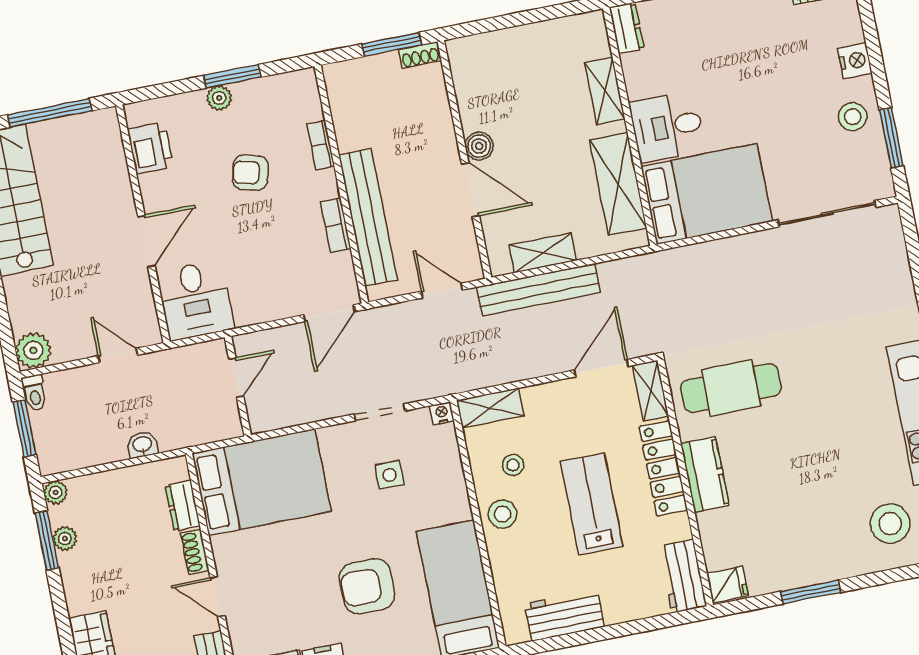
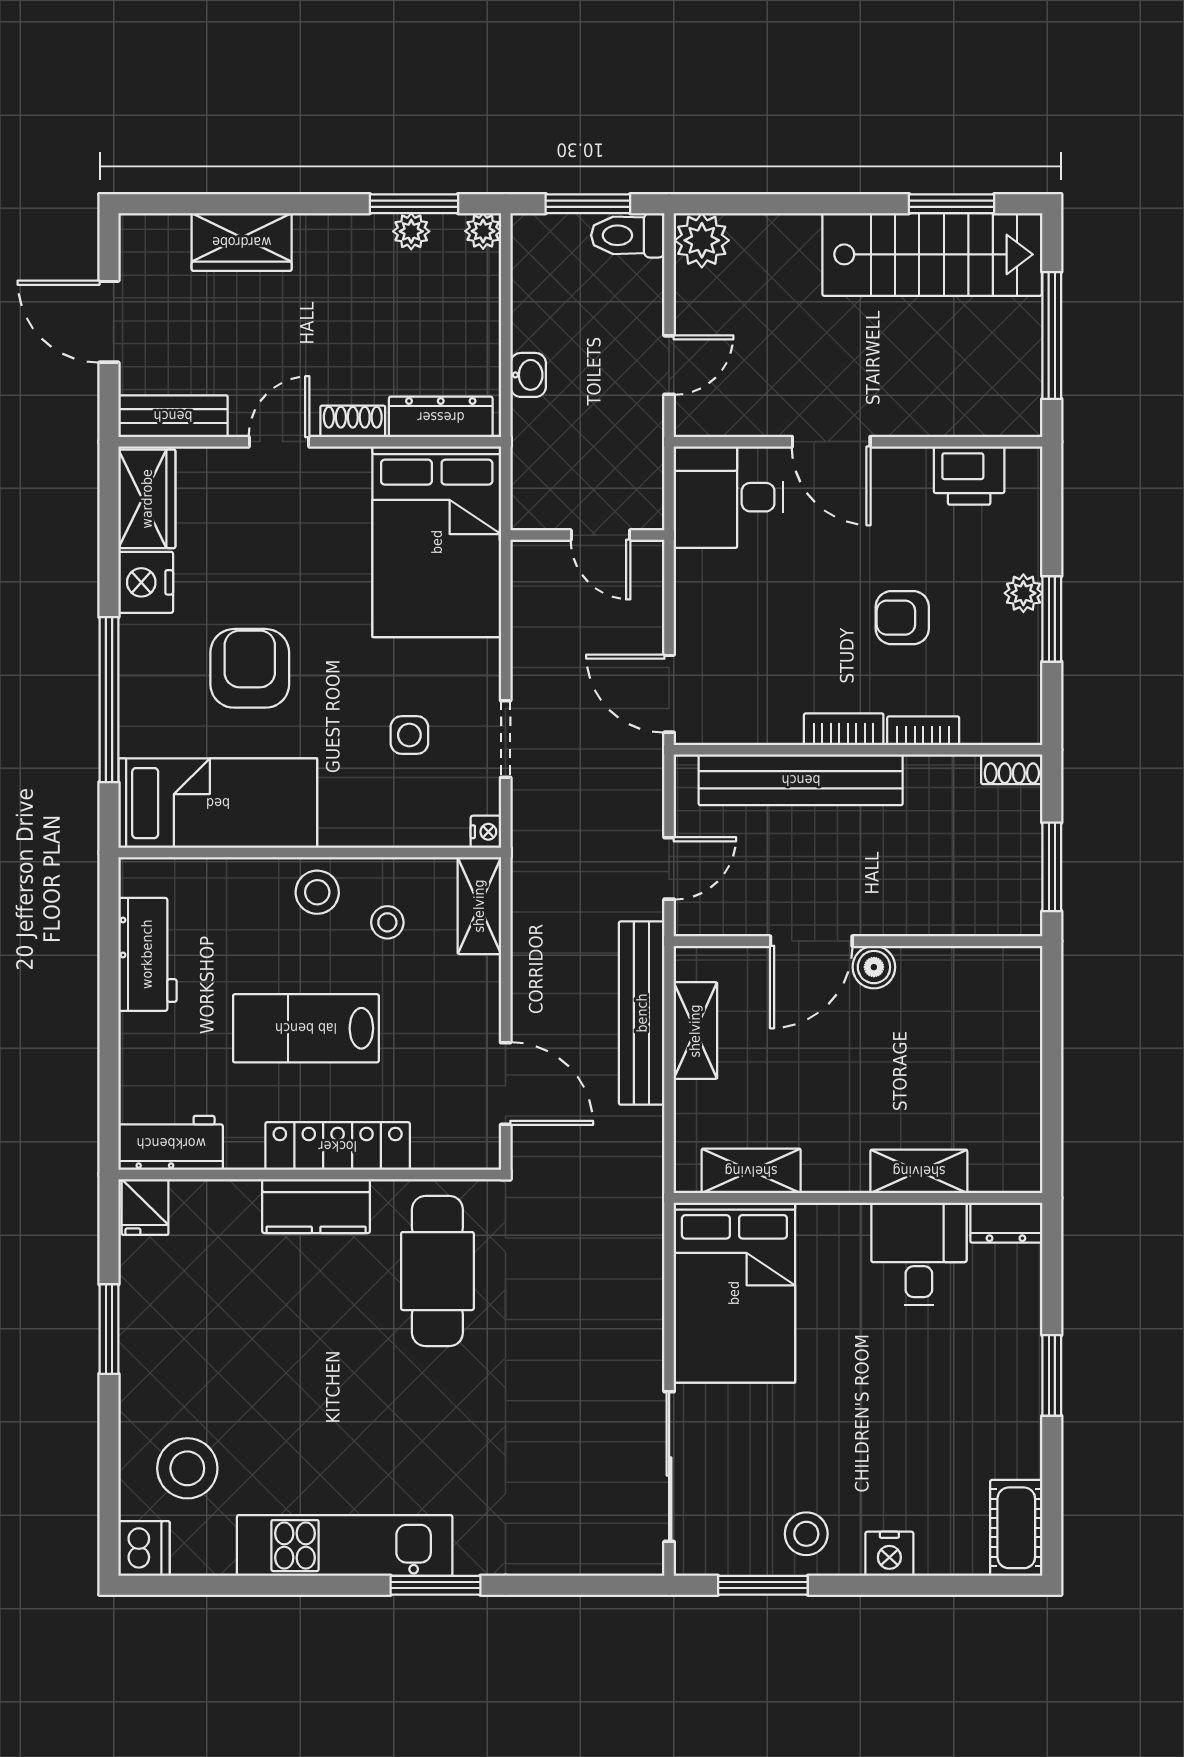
shoe rack: (420, 55) -> (1012, 769), moved, turned -90
desk: (667, 127) -> (919, 1254), moved
armchair: (250, 173) -> (902, 618), turned -104
shelving: (618, 184) -> (751, 1171), width x0.67, depth x0.75
bookcase: (336, 225) -> (844, 729), moved
shelving: (651, 391) -> (457, 1150), removed
toilet: (34, 393) -> (628, 235), width x1.37, depth x1.39
lab bench: (592, 504) -> (306, 1028), turned 180
dresser: (183, 506) -> (441, 417), width x1.44

